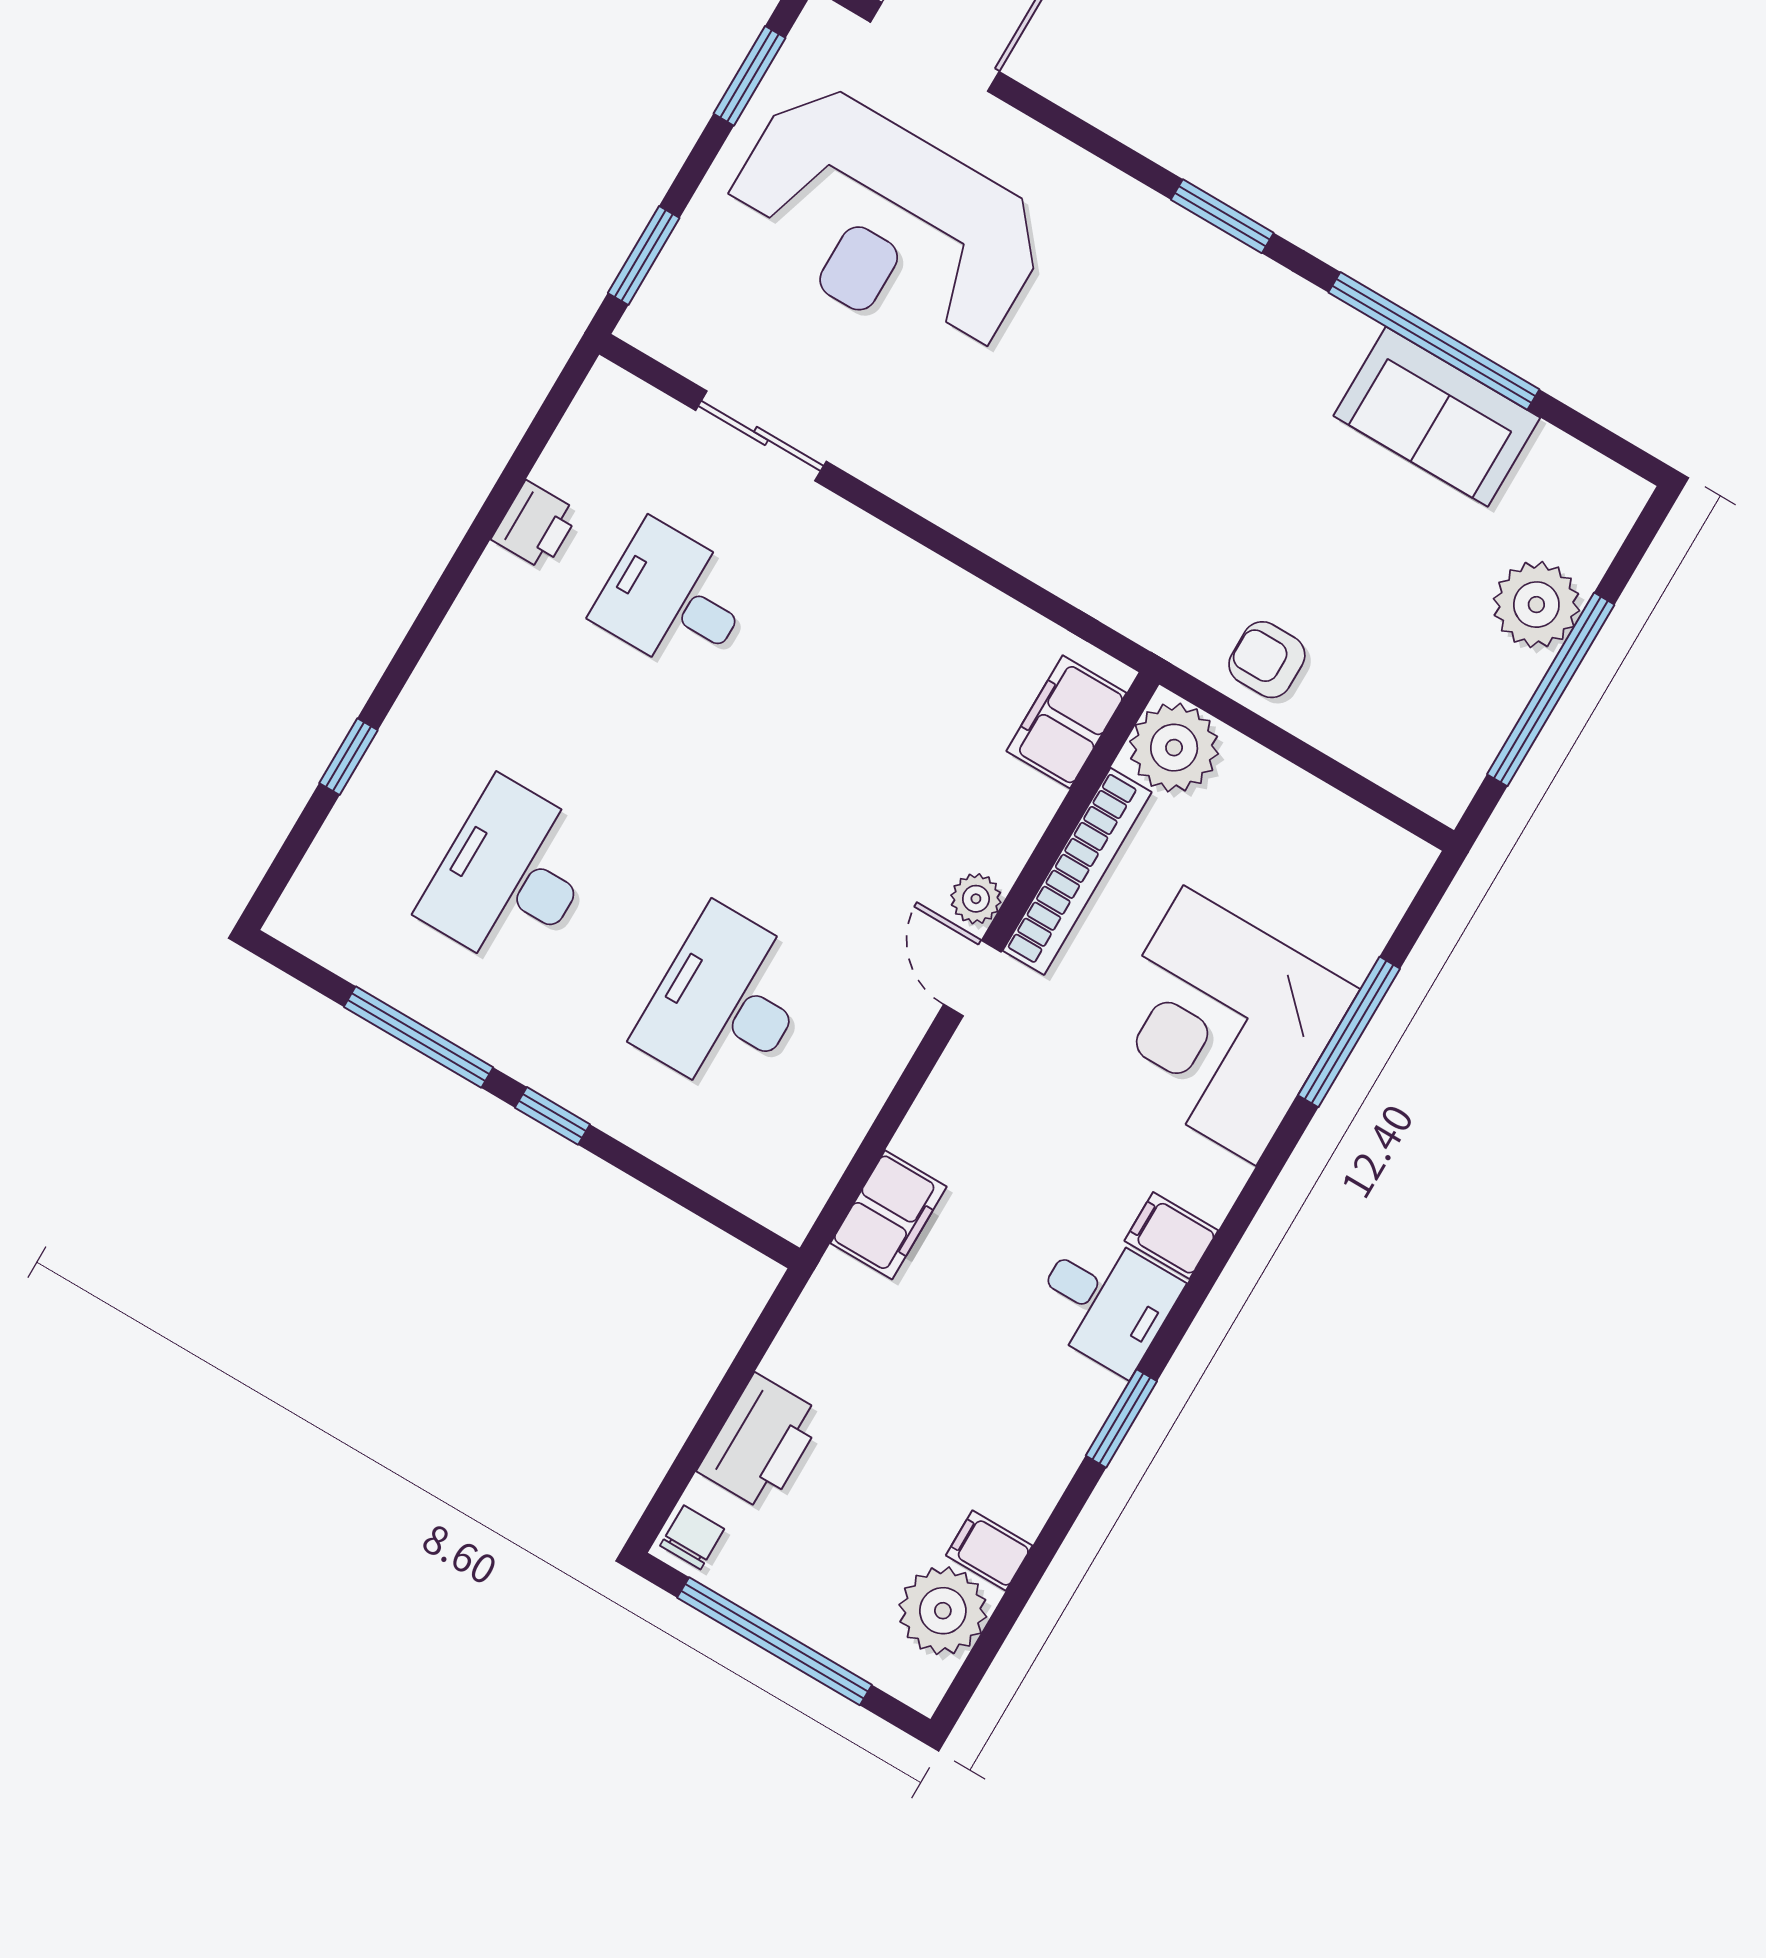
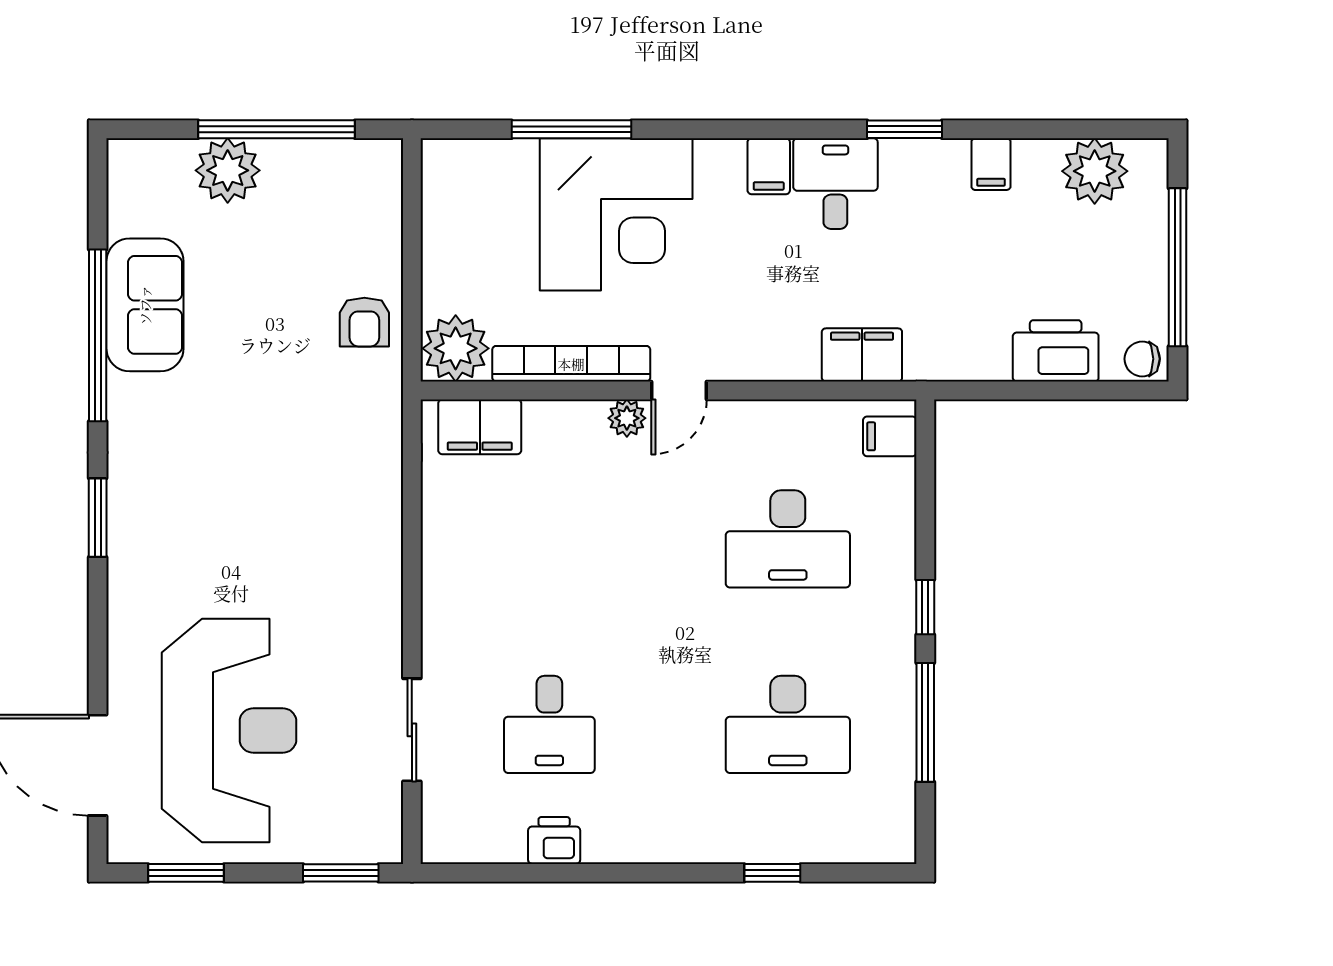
filing cabinet: (775, 1191) -> (890, 436), added
filing cabinet: (989, 1551) -> (991, 164), moved

